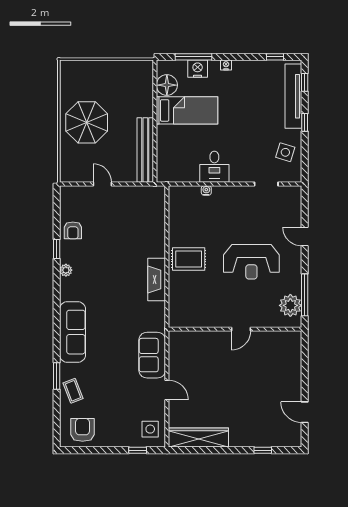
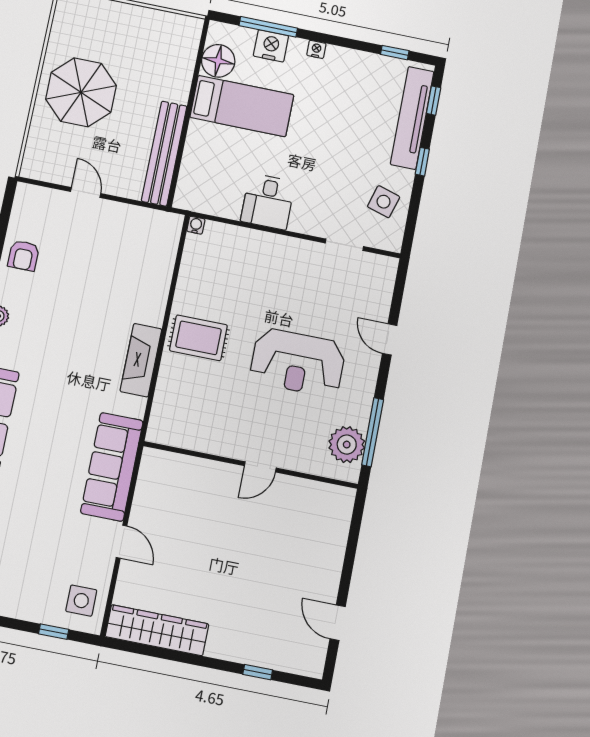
water cooler: (206, 190) -> (196, 225), moved
sofa: (152, 355) -> (112, 467), width x1.36

